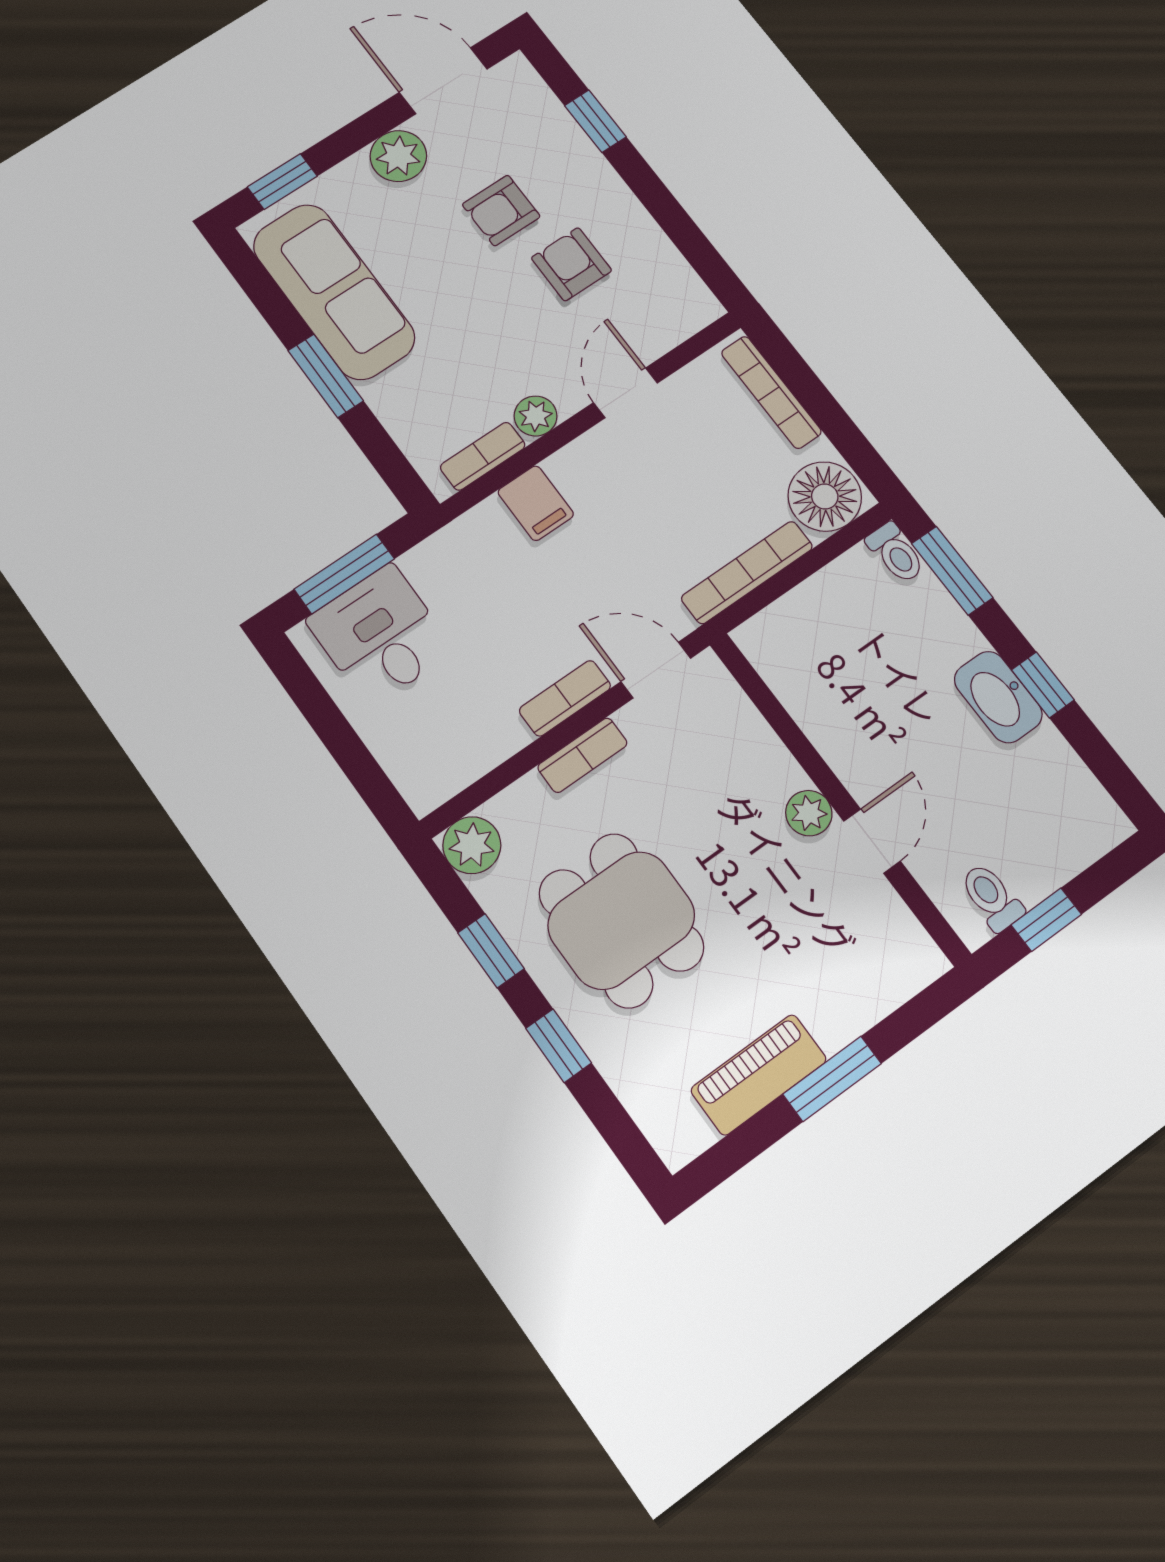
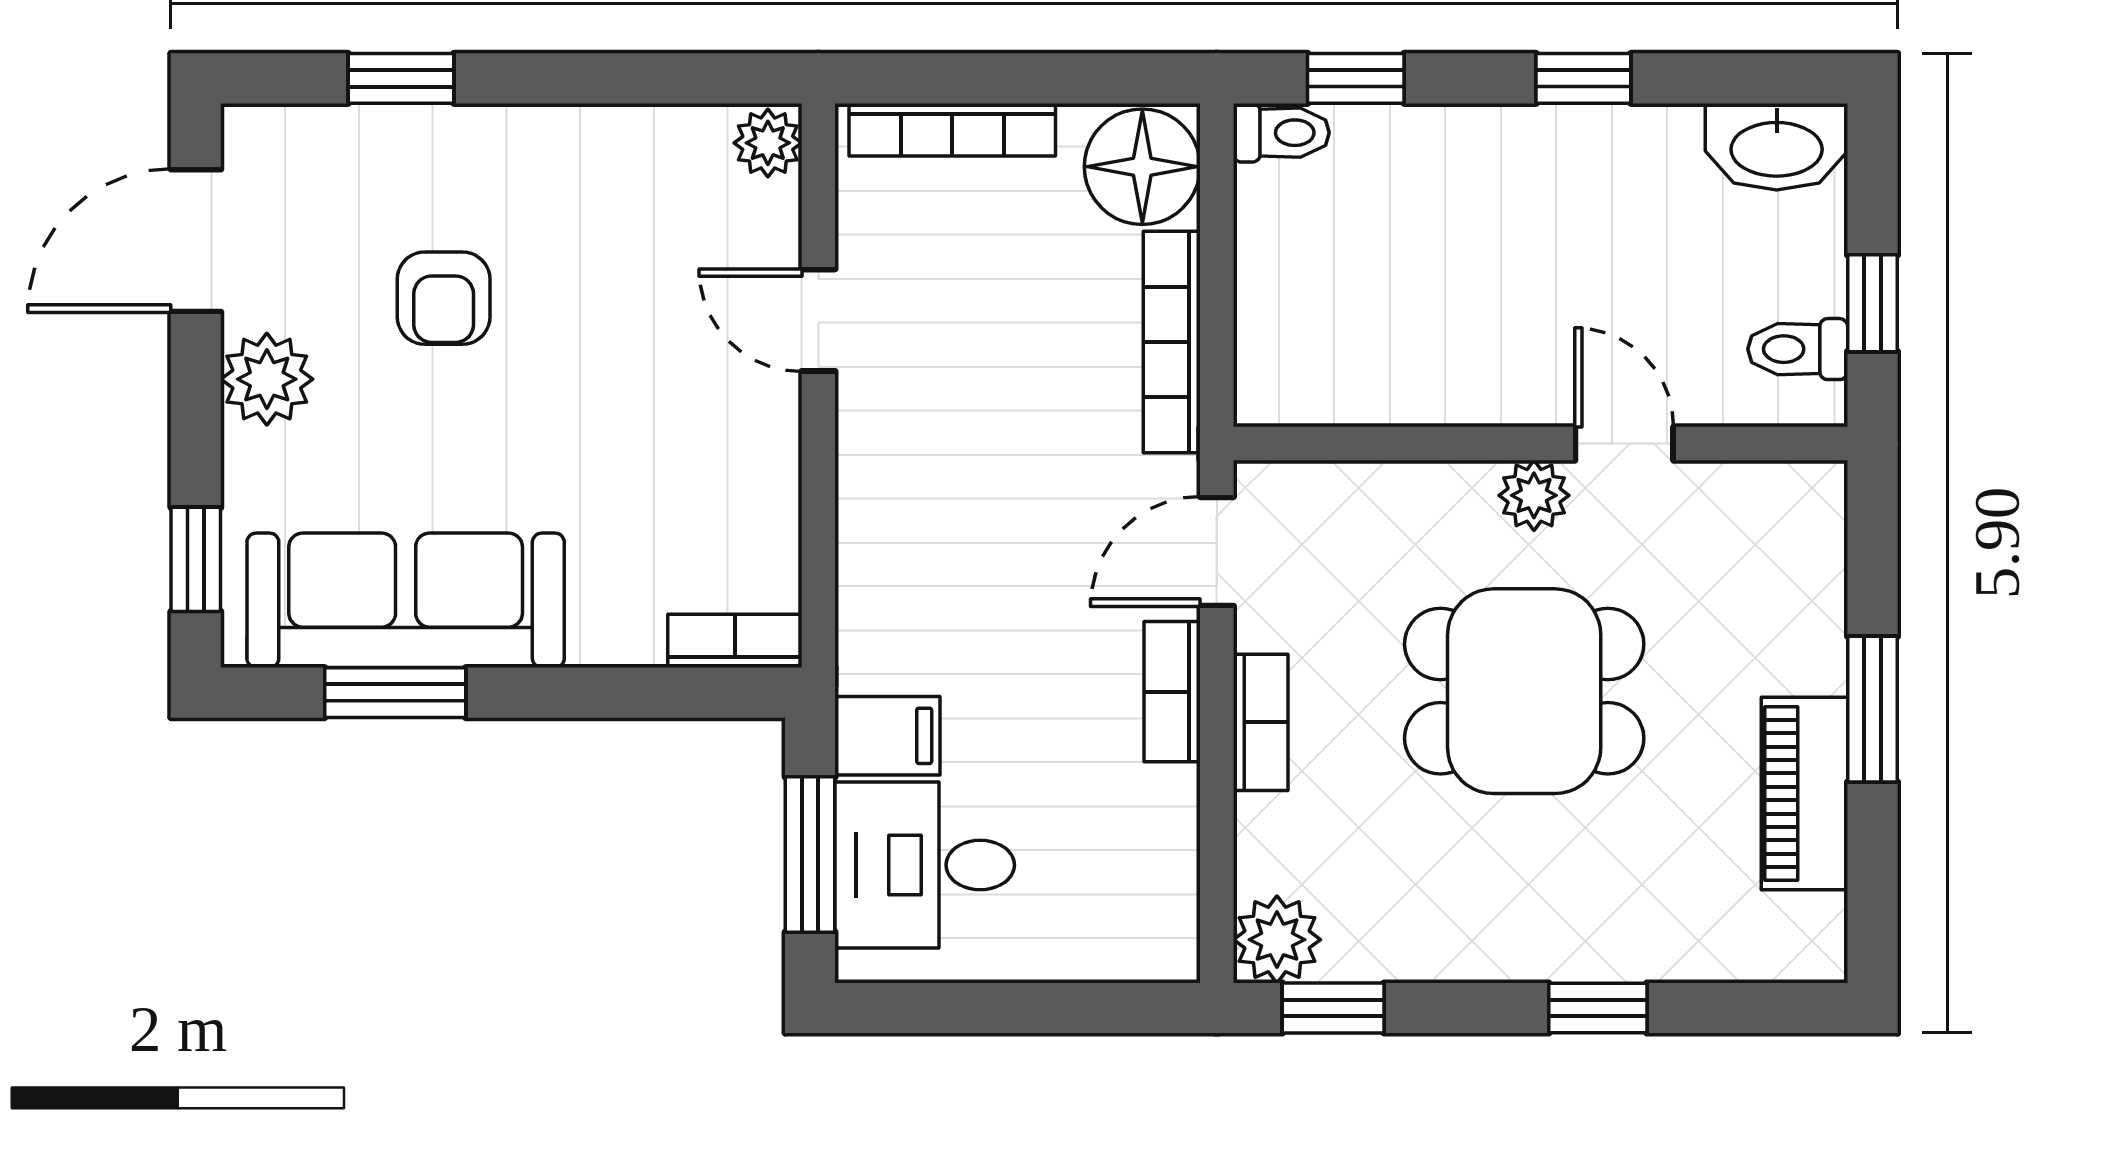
armchair: (571, 264) -> (587, 260), removed
window: (326, 376) -> (395, 693), moved
plant: (536, 416) -> (768, 143), moved
bookcase: (483, 456) -> (735, 641), moved, turned 90
filing cabinet: (536, 503) -> (887, 736), moved
window: (952, 571) -> (1356, 78), width x0.67
washbasin: (998, 697) -> (1777, 147), moved
dining table: (621, 920) -> (1524, 691), moved
window: (491, 951) -> (1333, 1008), moved

